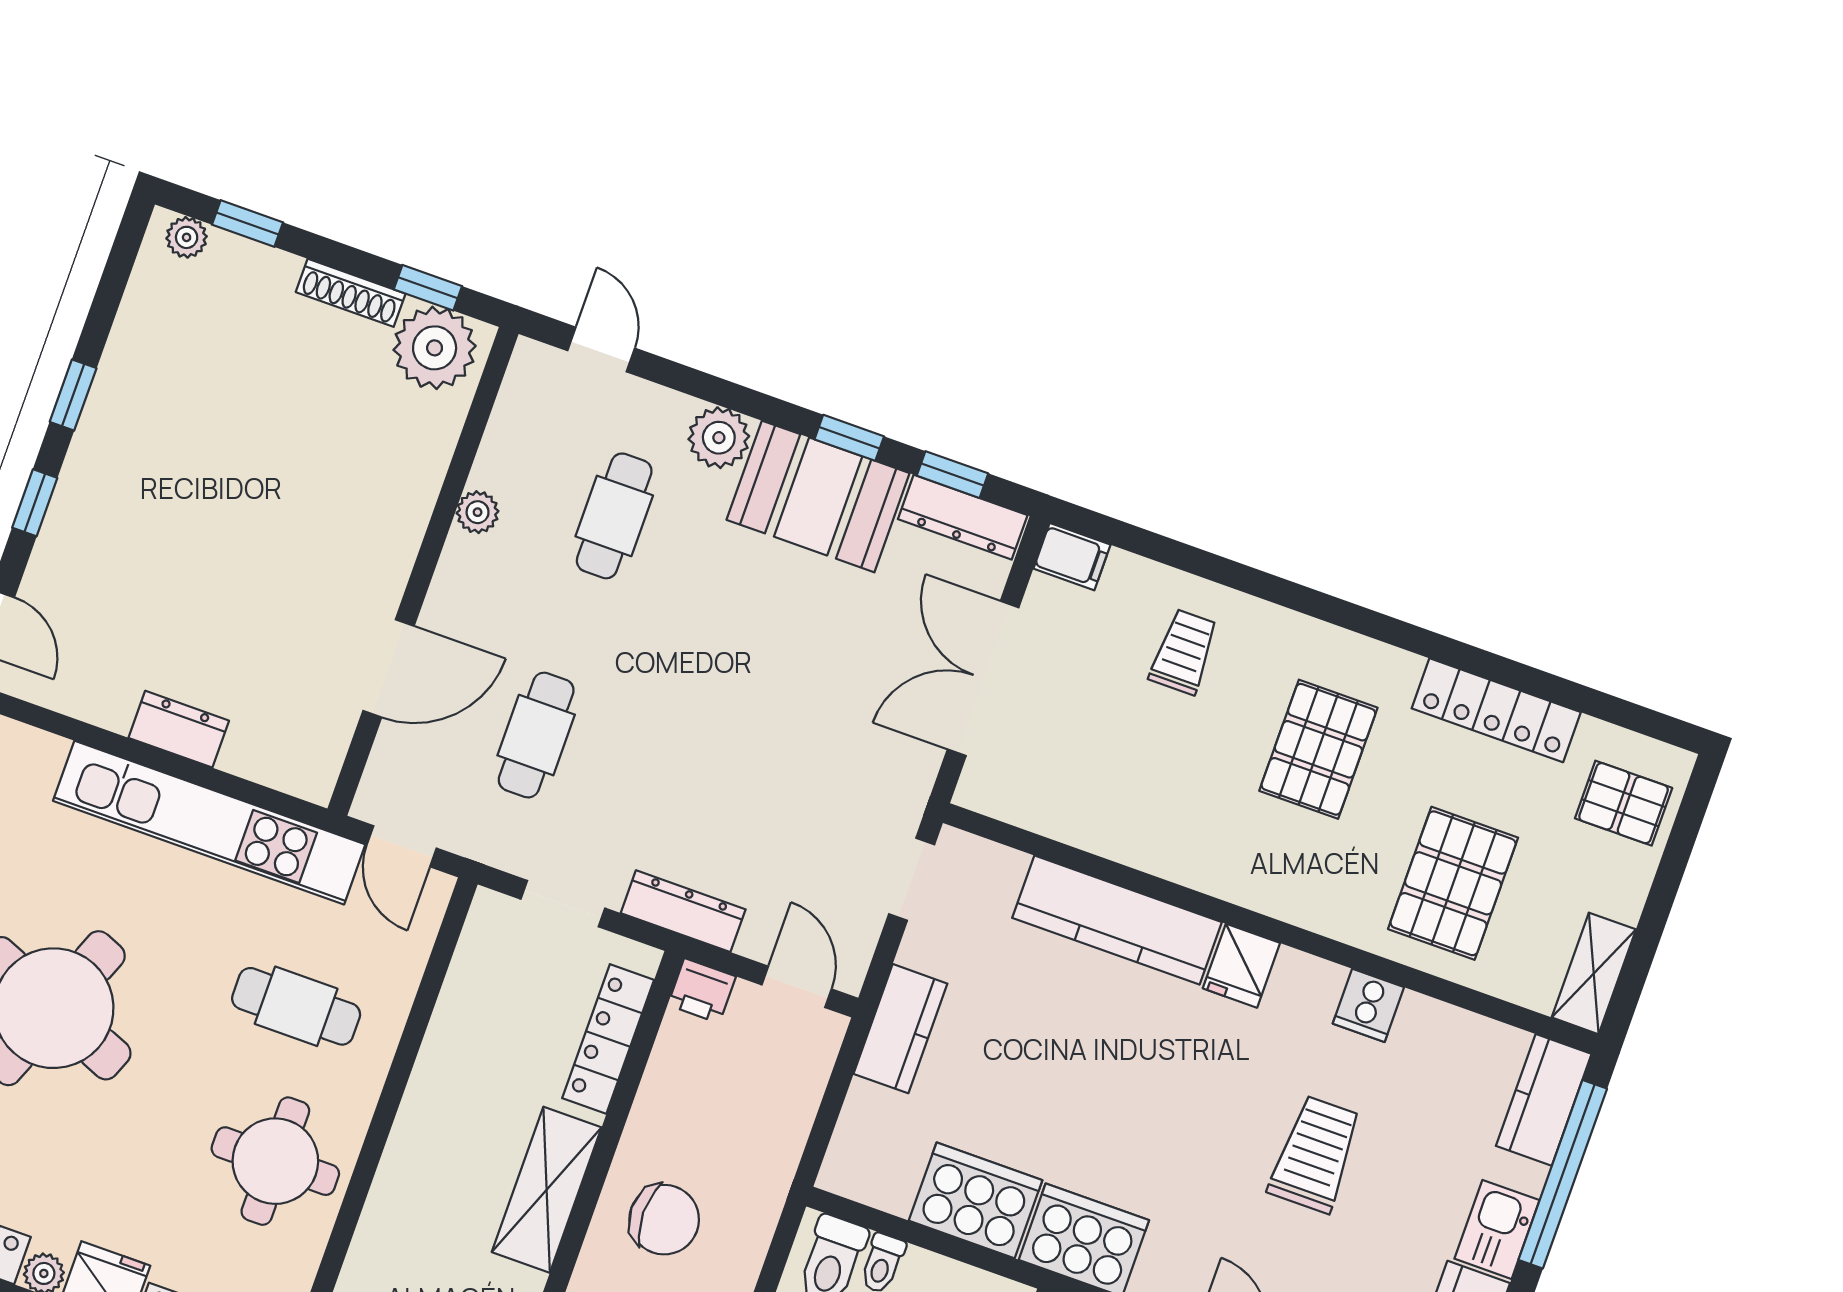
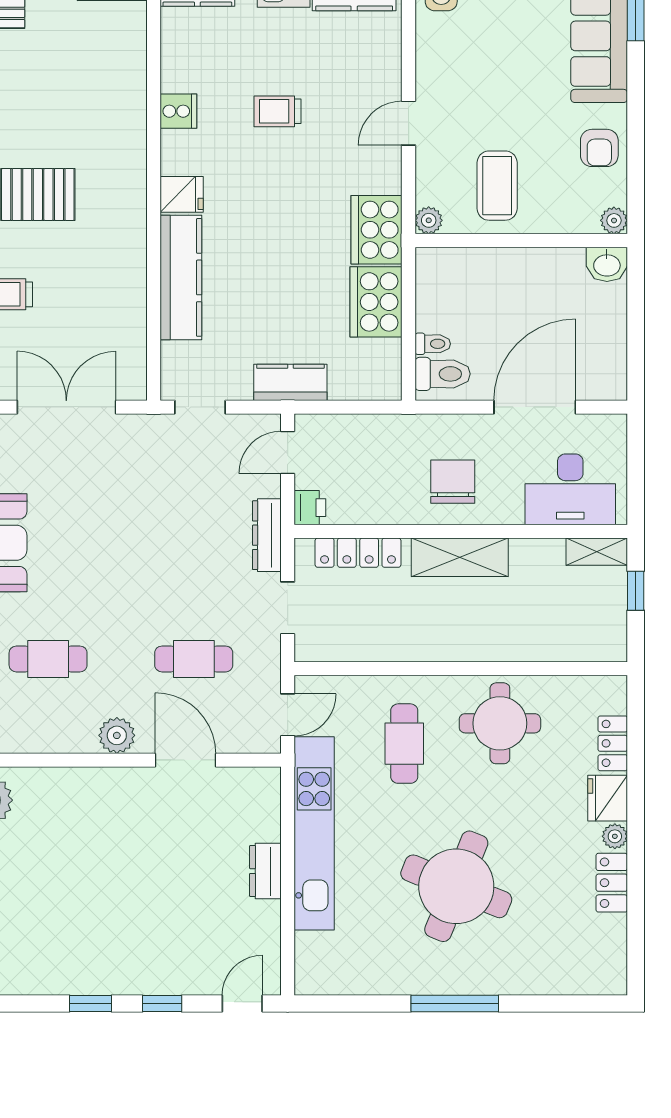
plant: (478, 512) -> (117, 735), moved, width x1.38, depth x1.38
double door: (983, 678) -> (66, 407), swing flipped
pallet: (1453, 883) -> (89, 87), removed
trolley: (1315, 1154) -> (277, 111), width x0.73, depth x0.72

